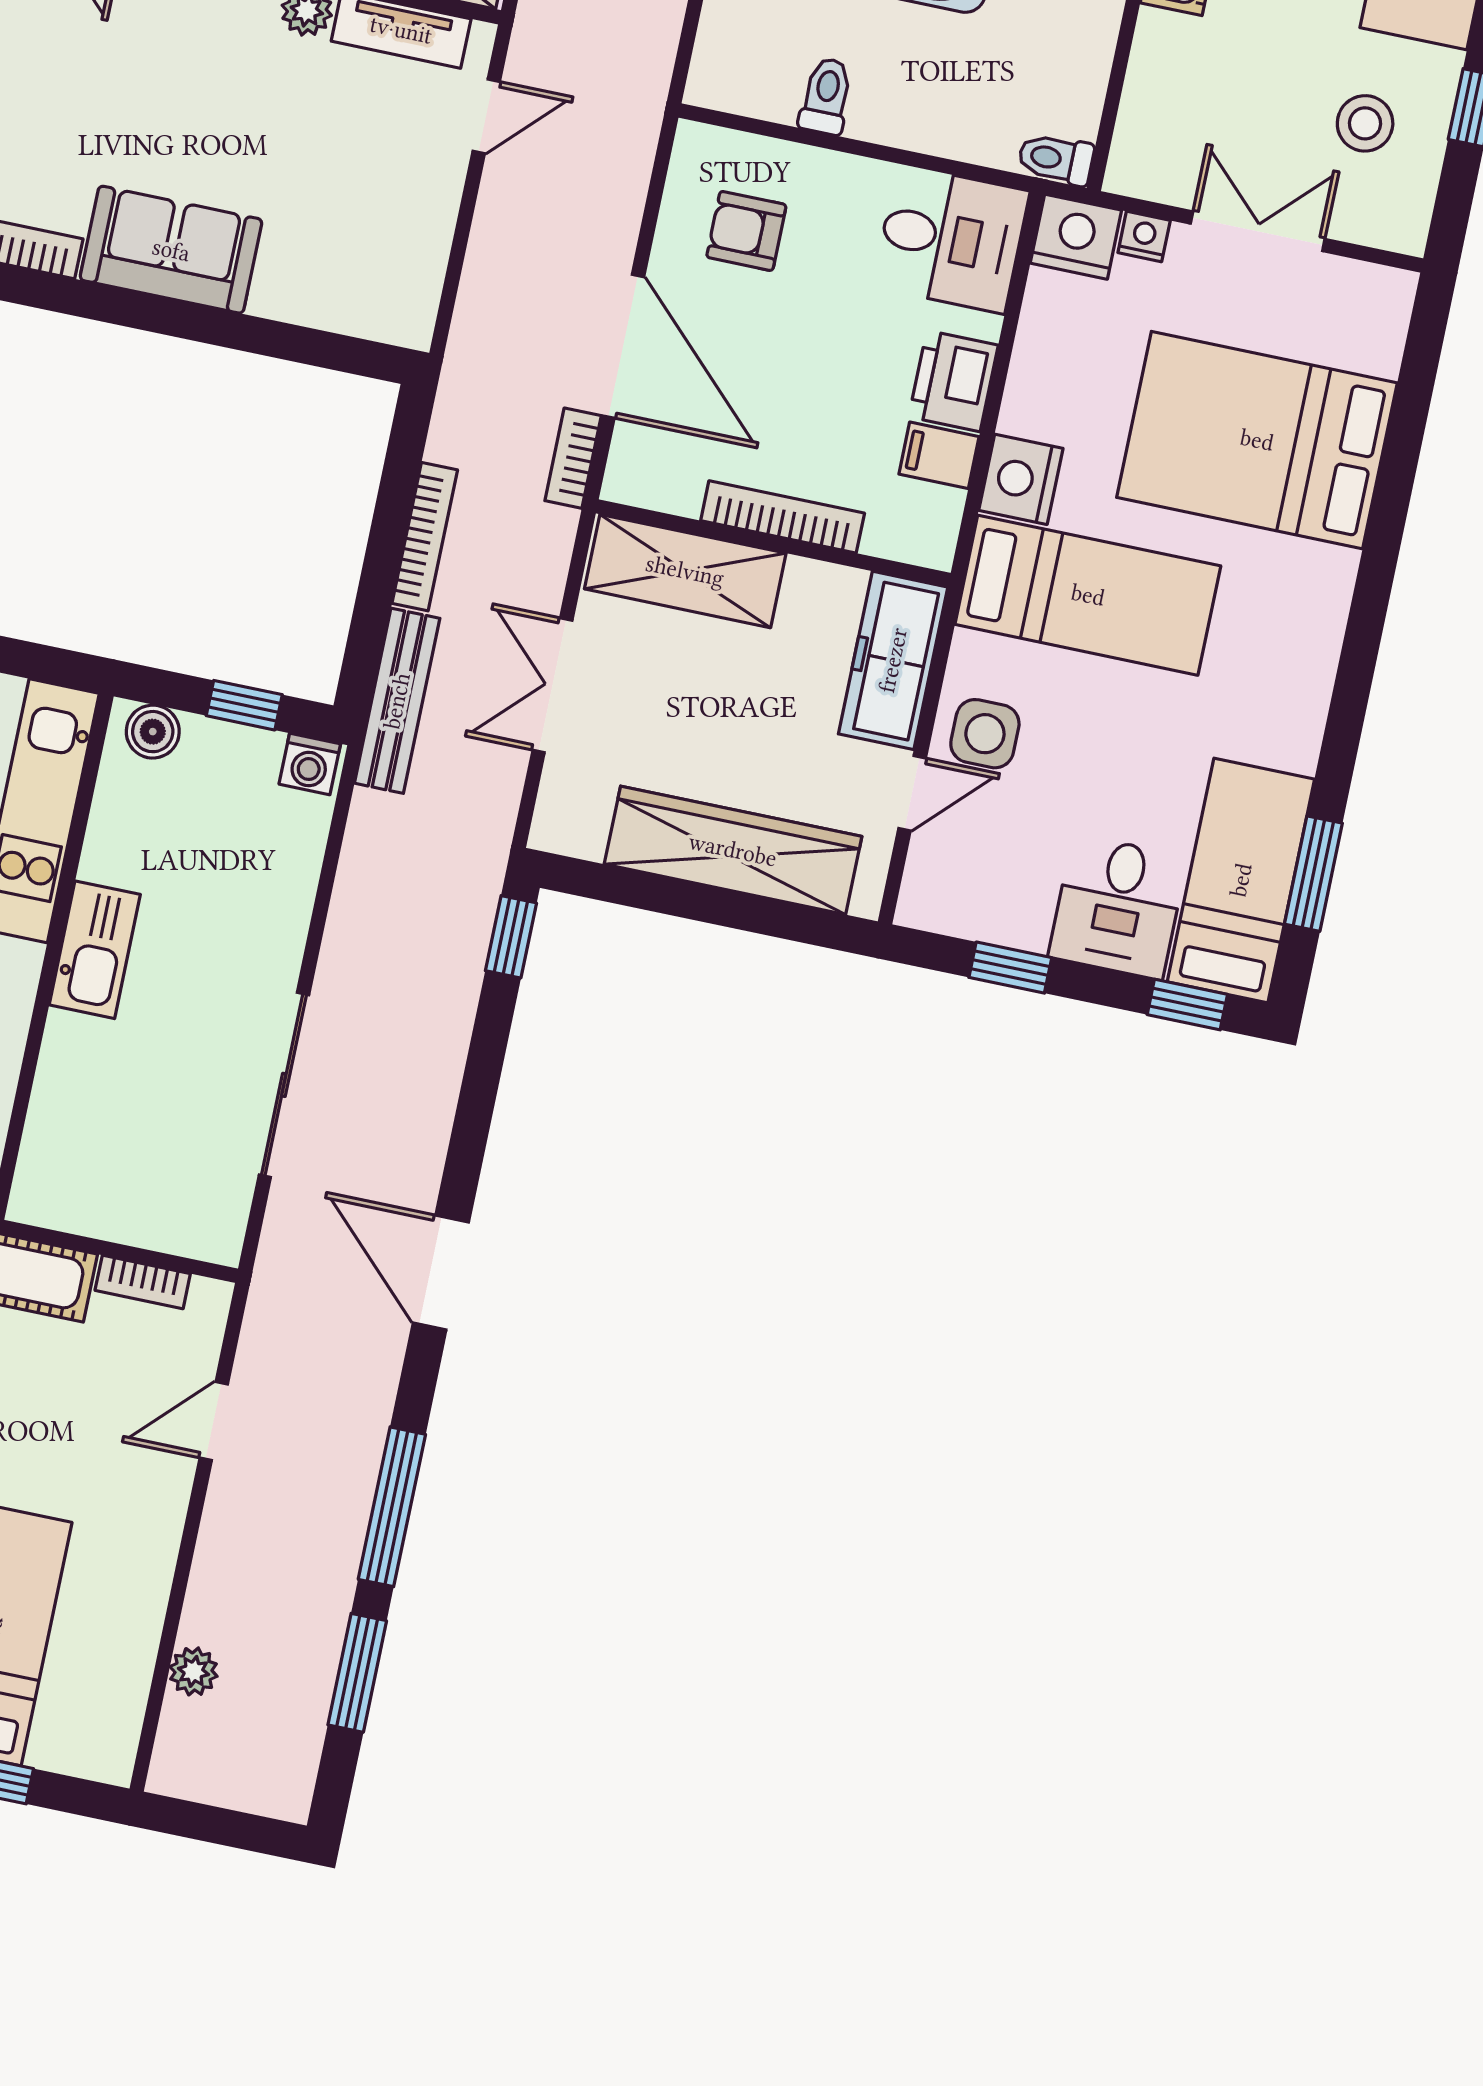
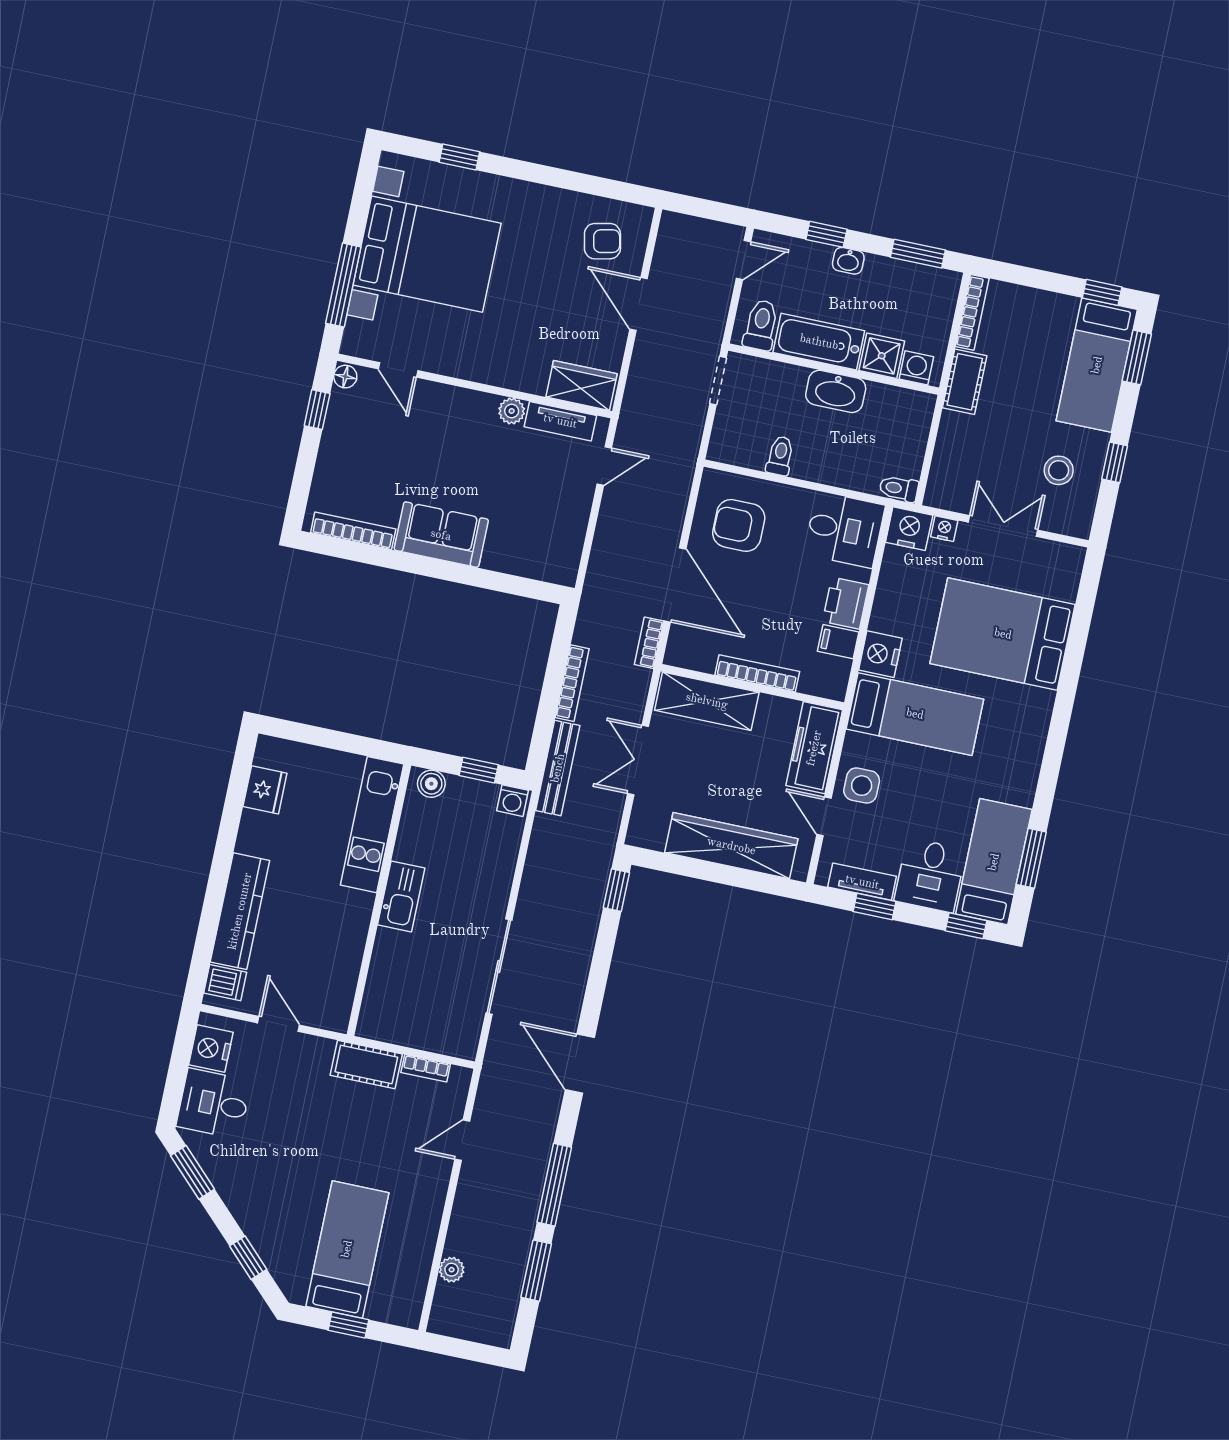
armchair: (746, 231) -> (739, 525), width x1.38, depth x1.38
door: (912, 793) -> (824, 816), swing flipped
tv unit: (986, 919) -> (862, 882), added

